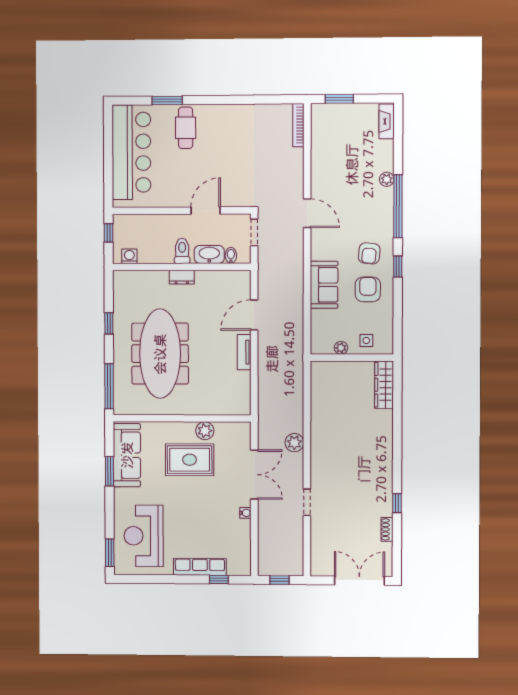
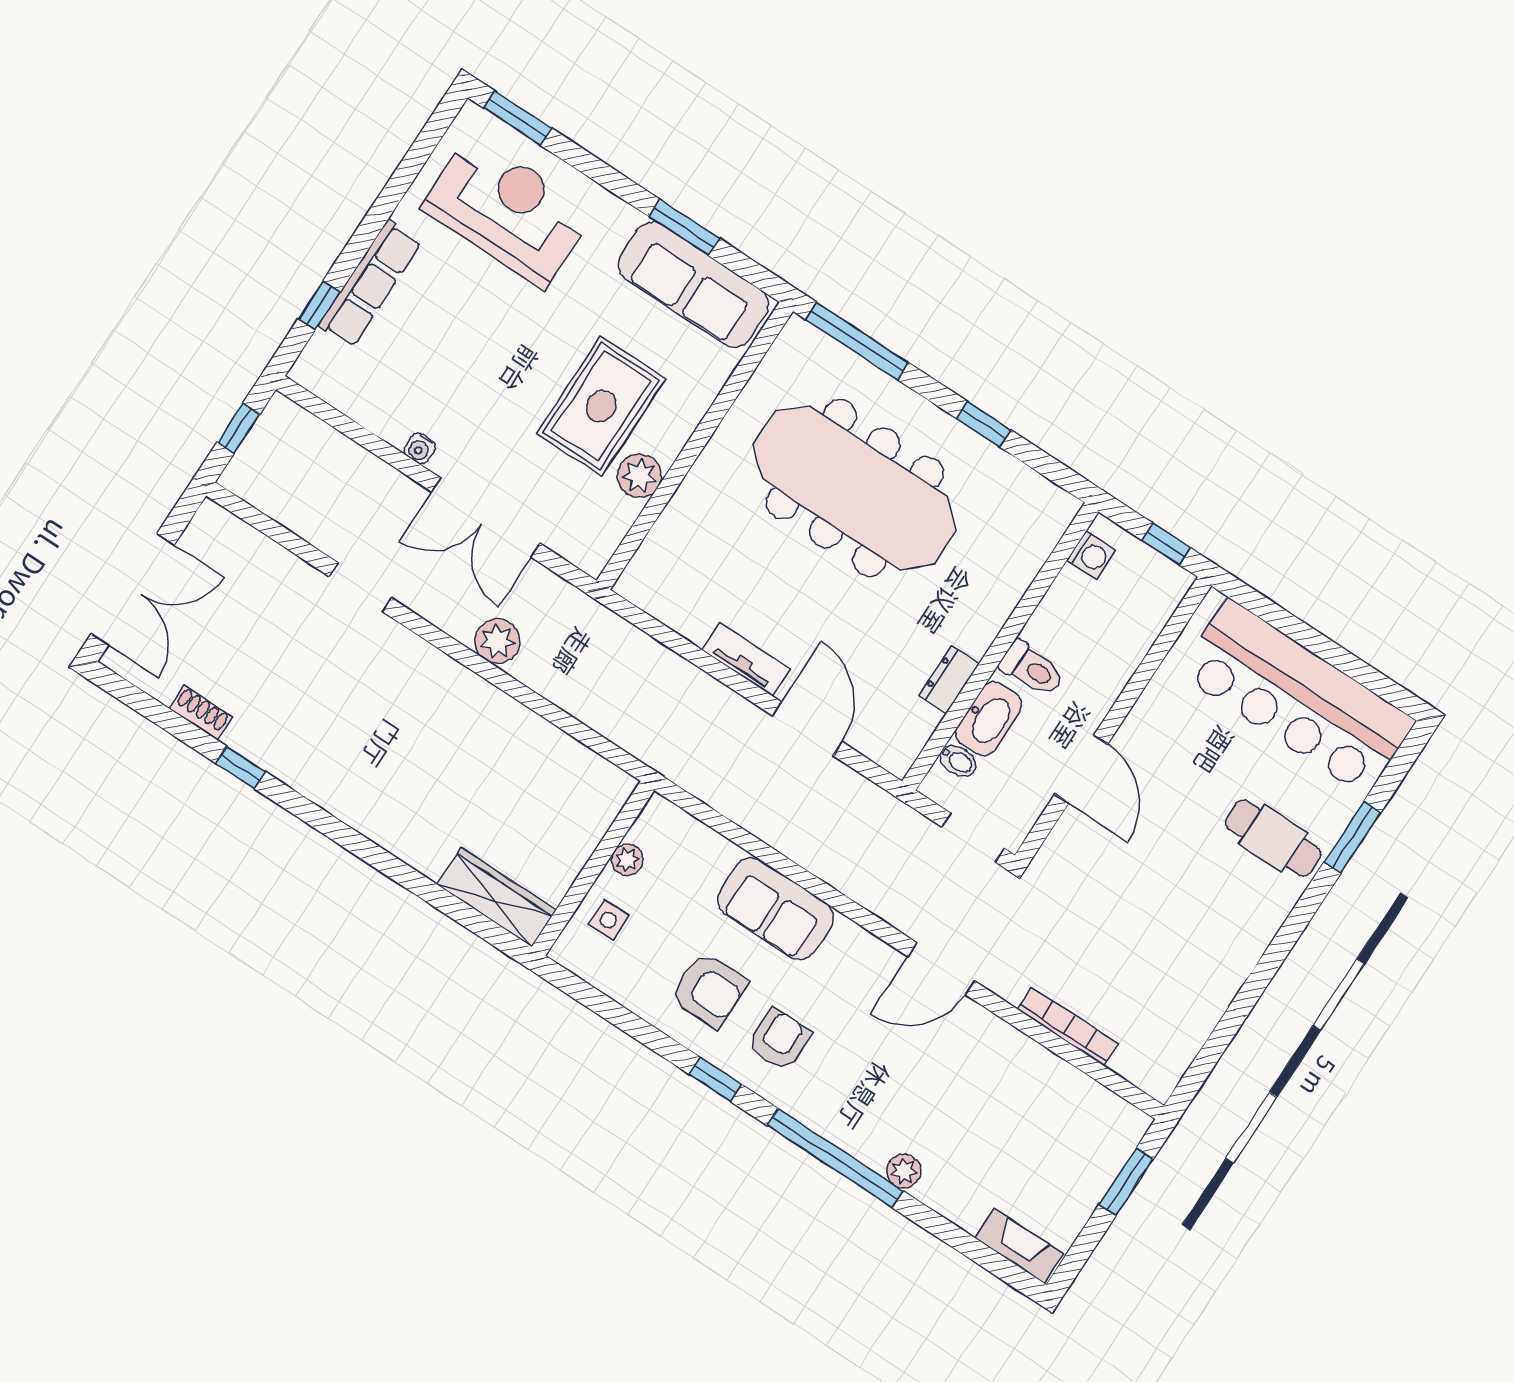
bookcase: (298, 125) -> (1068, 1027), moved
armchair: (369, 253) -> (779, 1040), turned 84
dresser: (182, 277) -> (949, 680), moved

